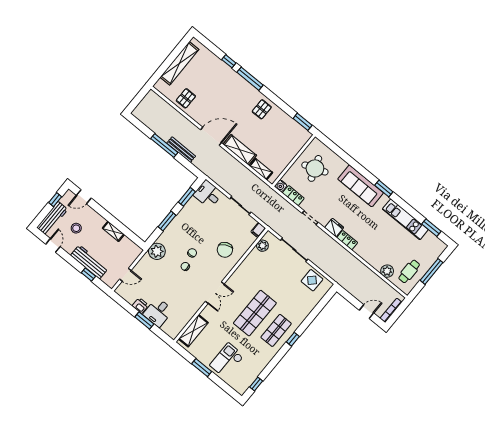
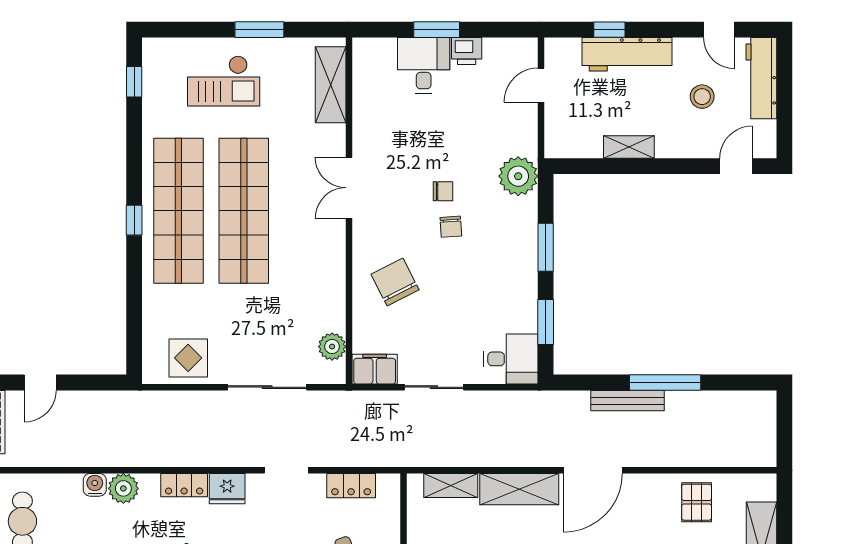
water cooler: (281, 186) -> (95, 485), moved
window: (55, 200) -> (784, 117), removed
filing cabinet: (258, 230) -> (375, 369), width x2.00
plant: (387, 271) -> (123, 488), moved
shop shelf: (255, 313) -> (244, 211), width x1.40
shop shelf: (276, 330) -> (178, 211), width x2.00, depth x1.36
checkout: (227, 360) -> (224, 81), turned 90

